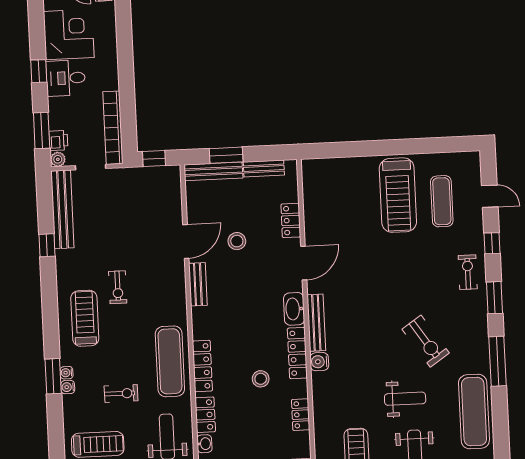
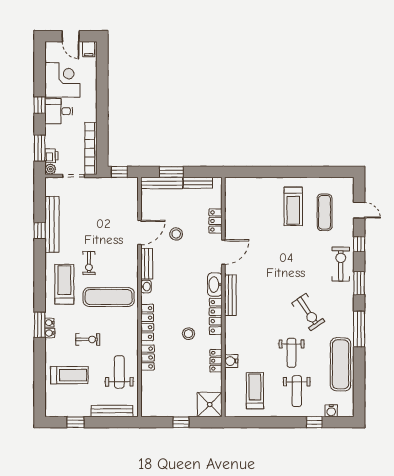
treadmill: (398, 195) -> (293, 206), width x0.73, depth x0.73
bench: (62, 209) -> (52, 224), moved
exercise bike: (468, 272) -> (341, 264), width x1.38, depth x1.39
exercise mat: (170, 361) -> (109, 297), moved, turned 90
water cooler: (319, 362) -> (231, 361), moved
weight bench: (405, 399) -> (291, 353), turned 90
washbasin: (204, 444) -> (146, 287), moved

